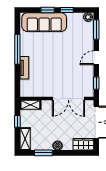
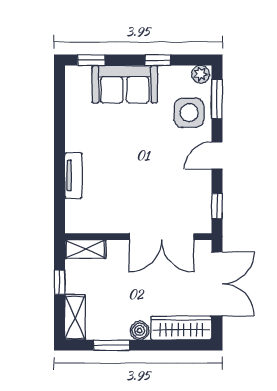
window: (48, 10) -> (91, 60), moved
sofa: (44, 22) -> (125, 84), width x0.73
side table: (82, 36) -> (189, 113), added
window: (17, 49) -> (59, 138), removed
wardrobe: (83, 144) -> (181, 328), width x1.50

